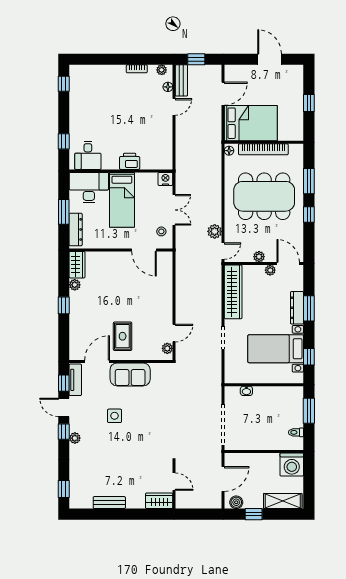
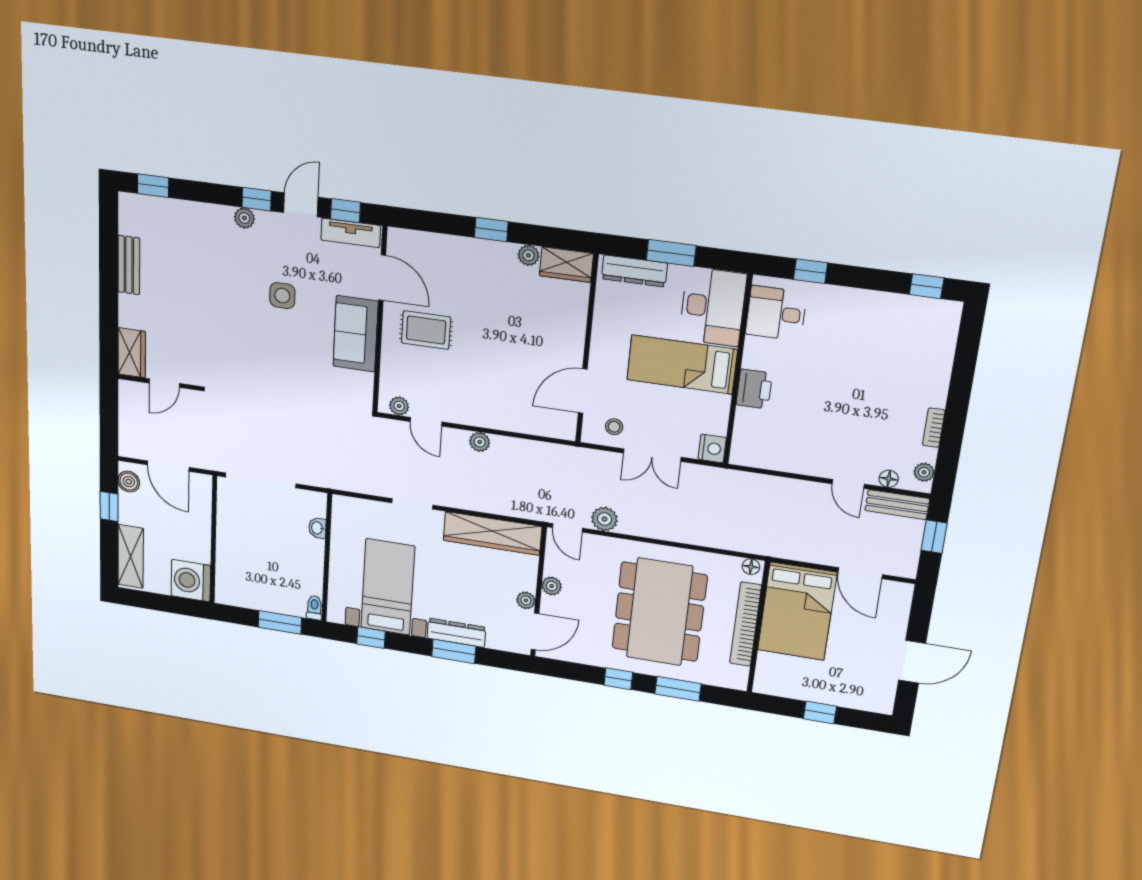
plant: (181, 303) -> (480, 442), added
toilet: (296, 432) -> (314, 608), moved

